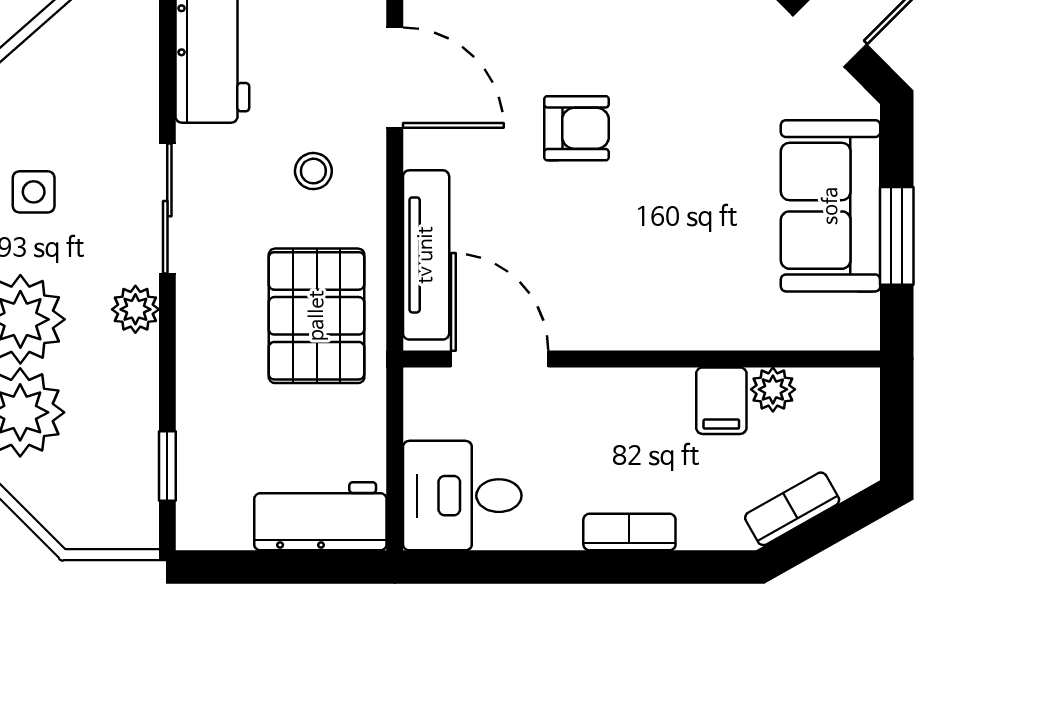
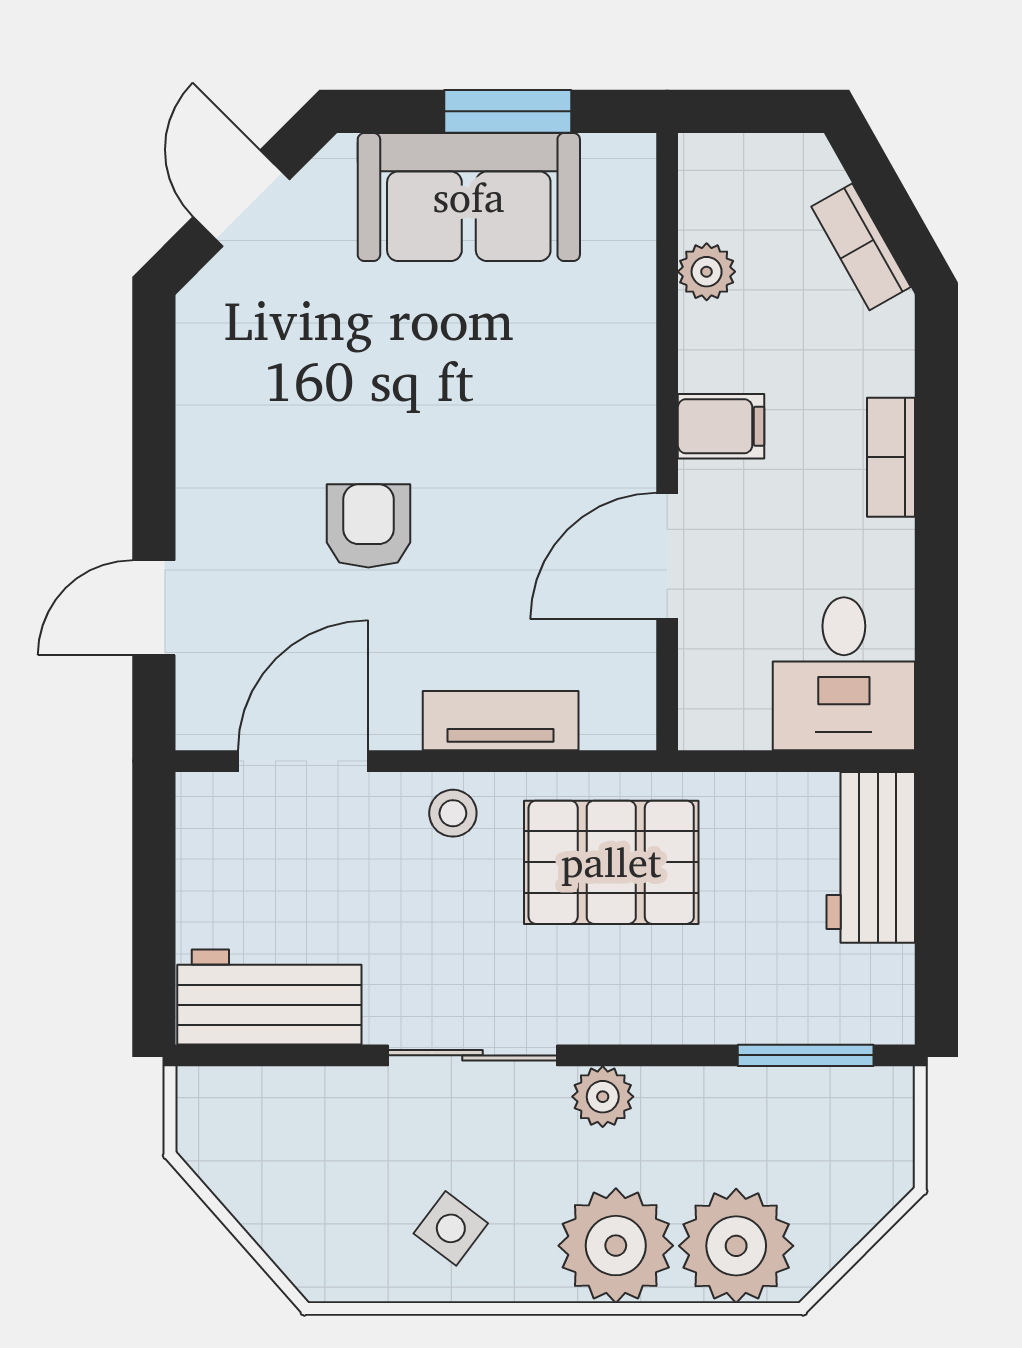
stool: (313, 171) -> (453, 813), moved
side table: (34, 192) -> (451, 1228), turned 37
tv unit: (426, 255) -> (501, 721), width x0.71
door: (500, 359) -> (667, 556), moved
filing cabinet: (721, 401) -> (721, 426), moved
window: (167, 466) -> (806, 1055), width x1.50

